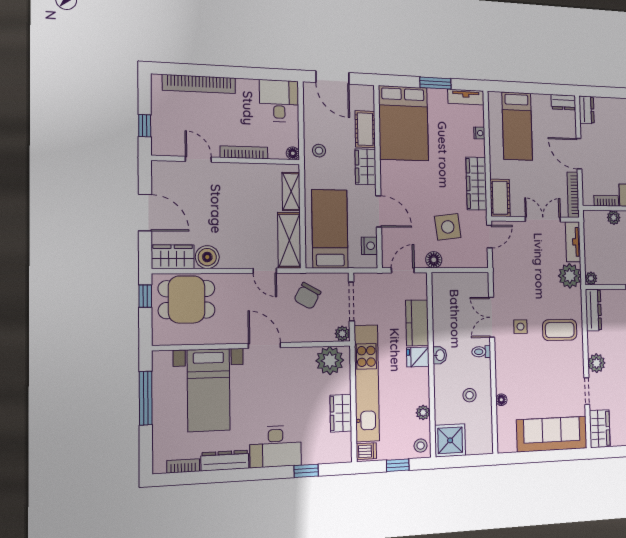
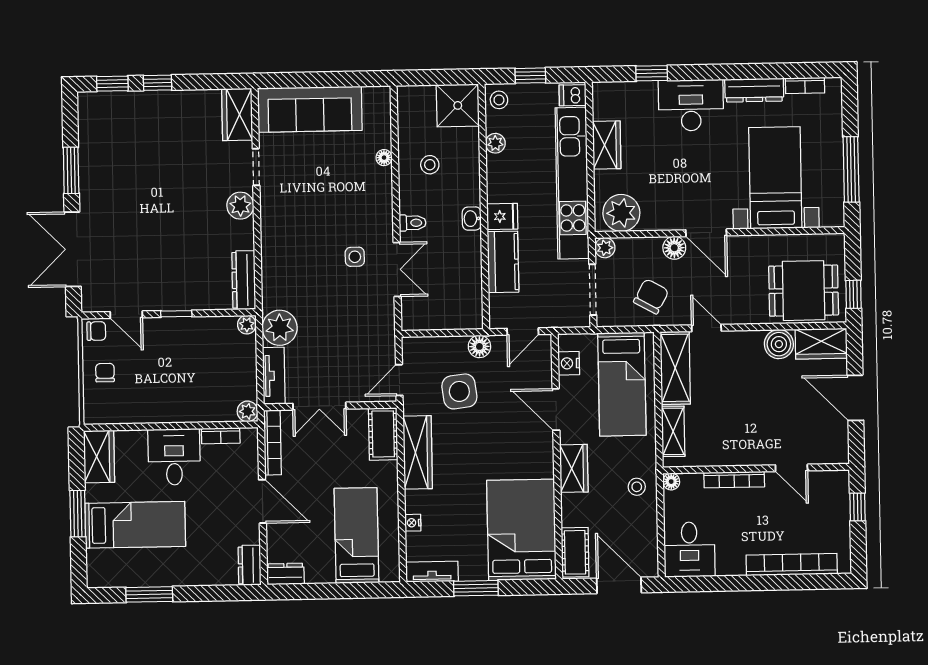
cot: (365, 129) -> (575, 552), moved
plant: (614, 218) -> (247, 411), moved
coffee table: (560, 330) -> (296, 252), removed
floor lamp: (289, 334) -> (674, 248), added

